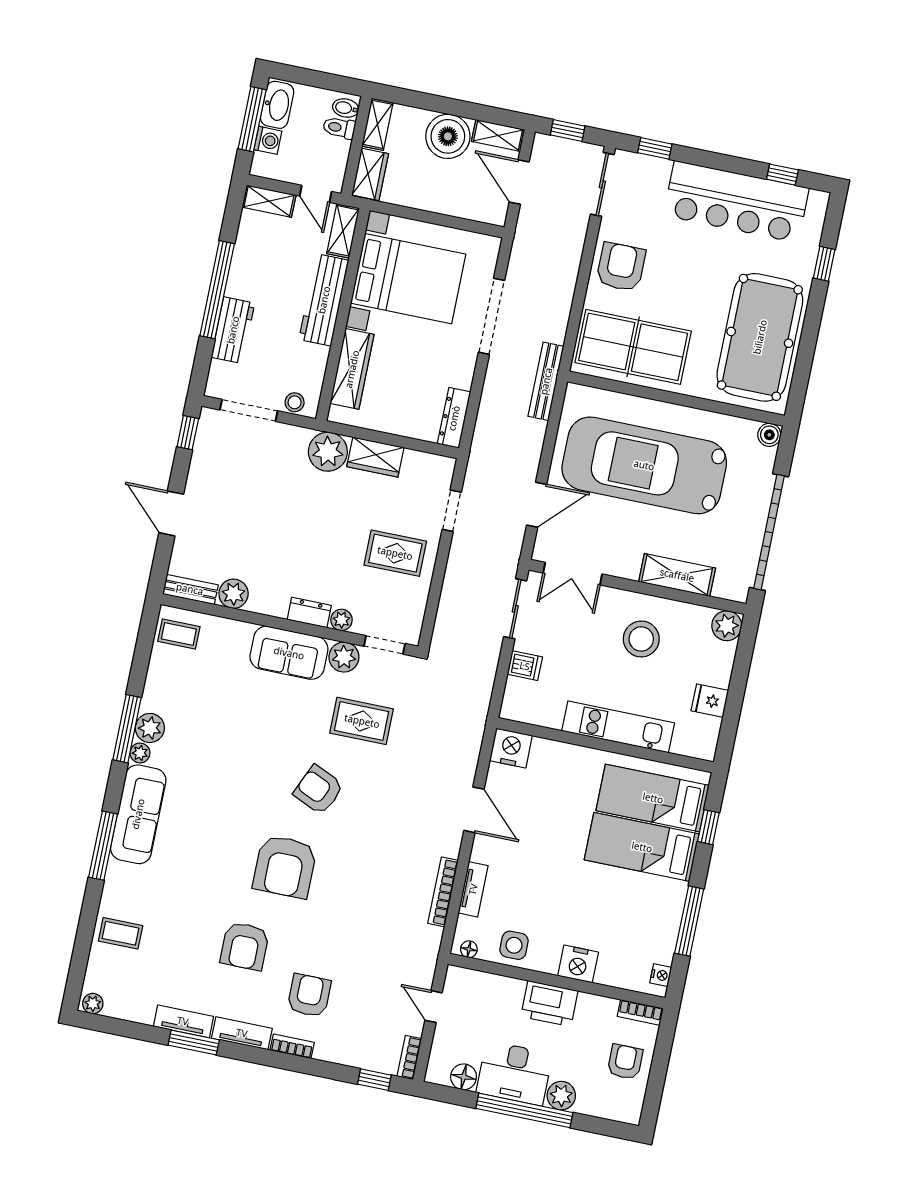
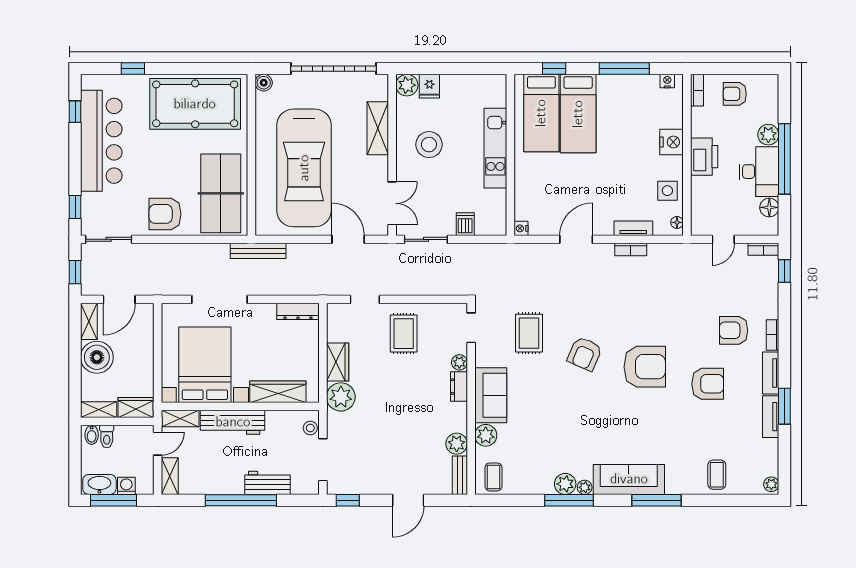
plant: (344, 657) -> (486, 435), moved
fridge: (710, 701) -> (429, 86), moved
nightstand: (511, 748) -> (521, 228), width x0.53, depth x0.56
bookcase: (443, 892) -> (631, 249), width x0.64

